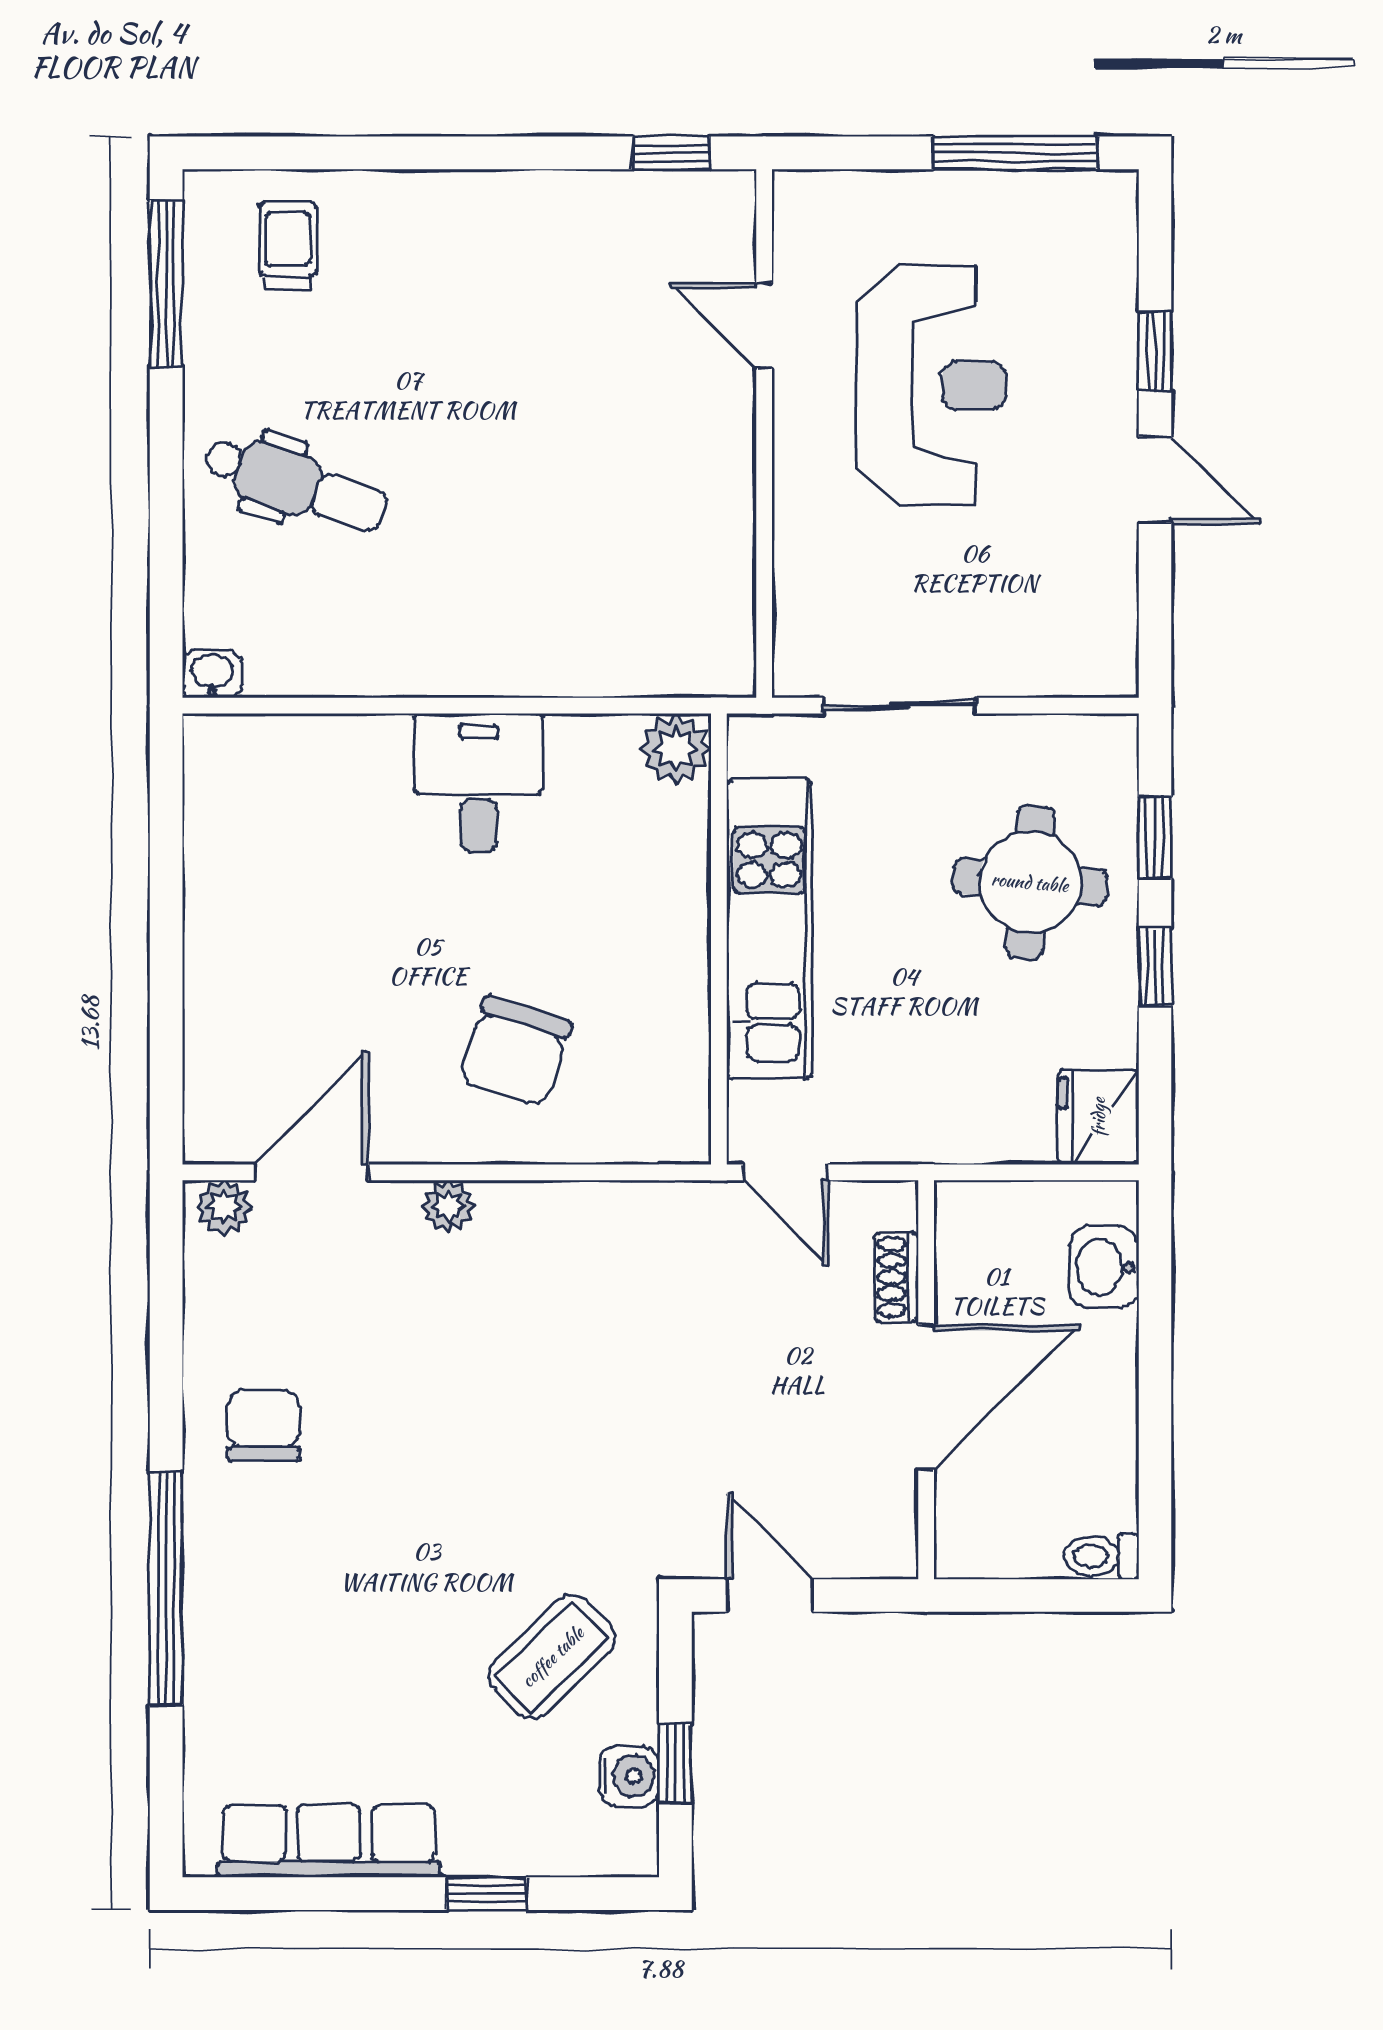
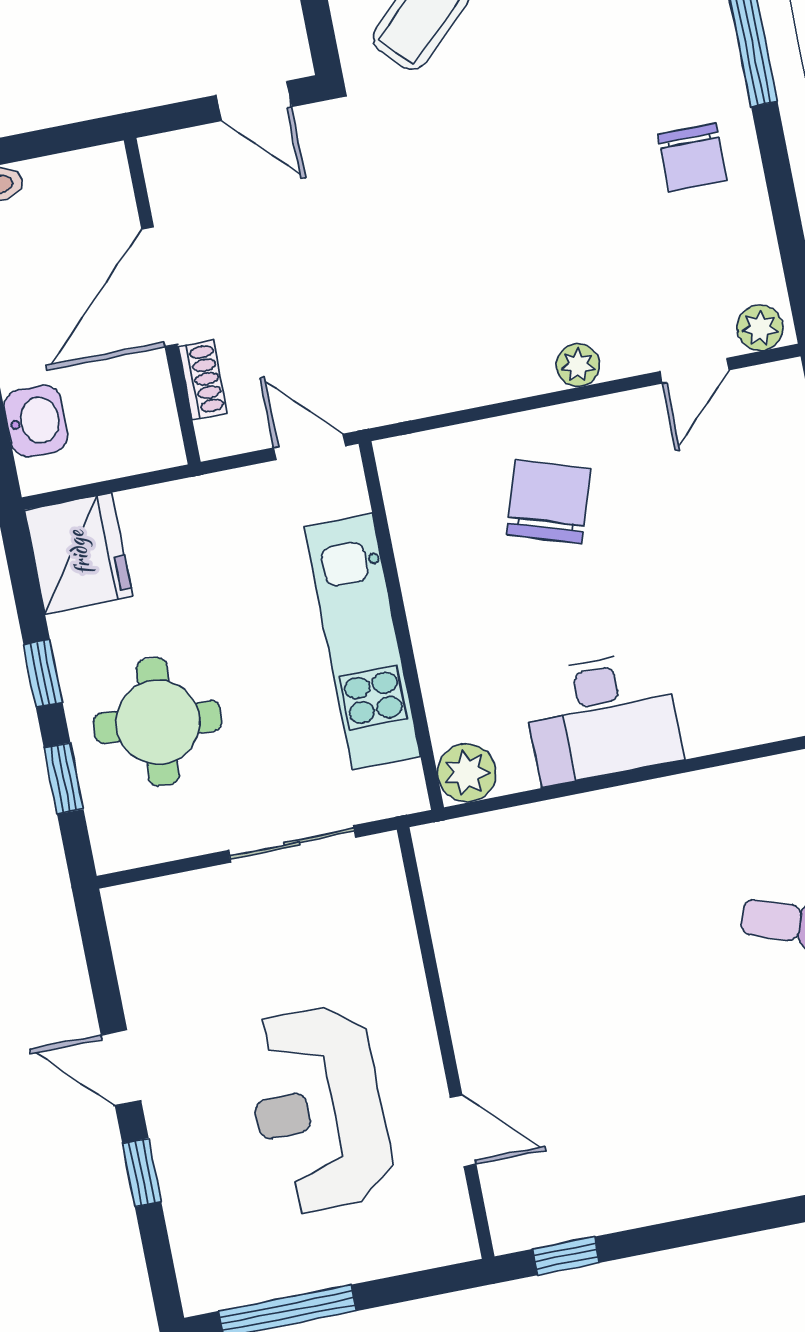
desk: (478, 783) -> (602, 717), width x1.37
fridge: (1098, 1117) -> (79, 553), width x1.36, depth x1.34
door: (312, 1172) -> (694, 371), width x0.73

